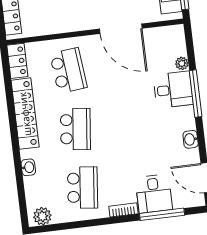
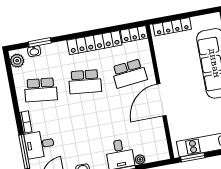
door: (121, 29) -> (161, 100), moved
washbasin: (28, 167) -> (34, 51), moved
window: (20, 185) -> (40, 42), added

